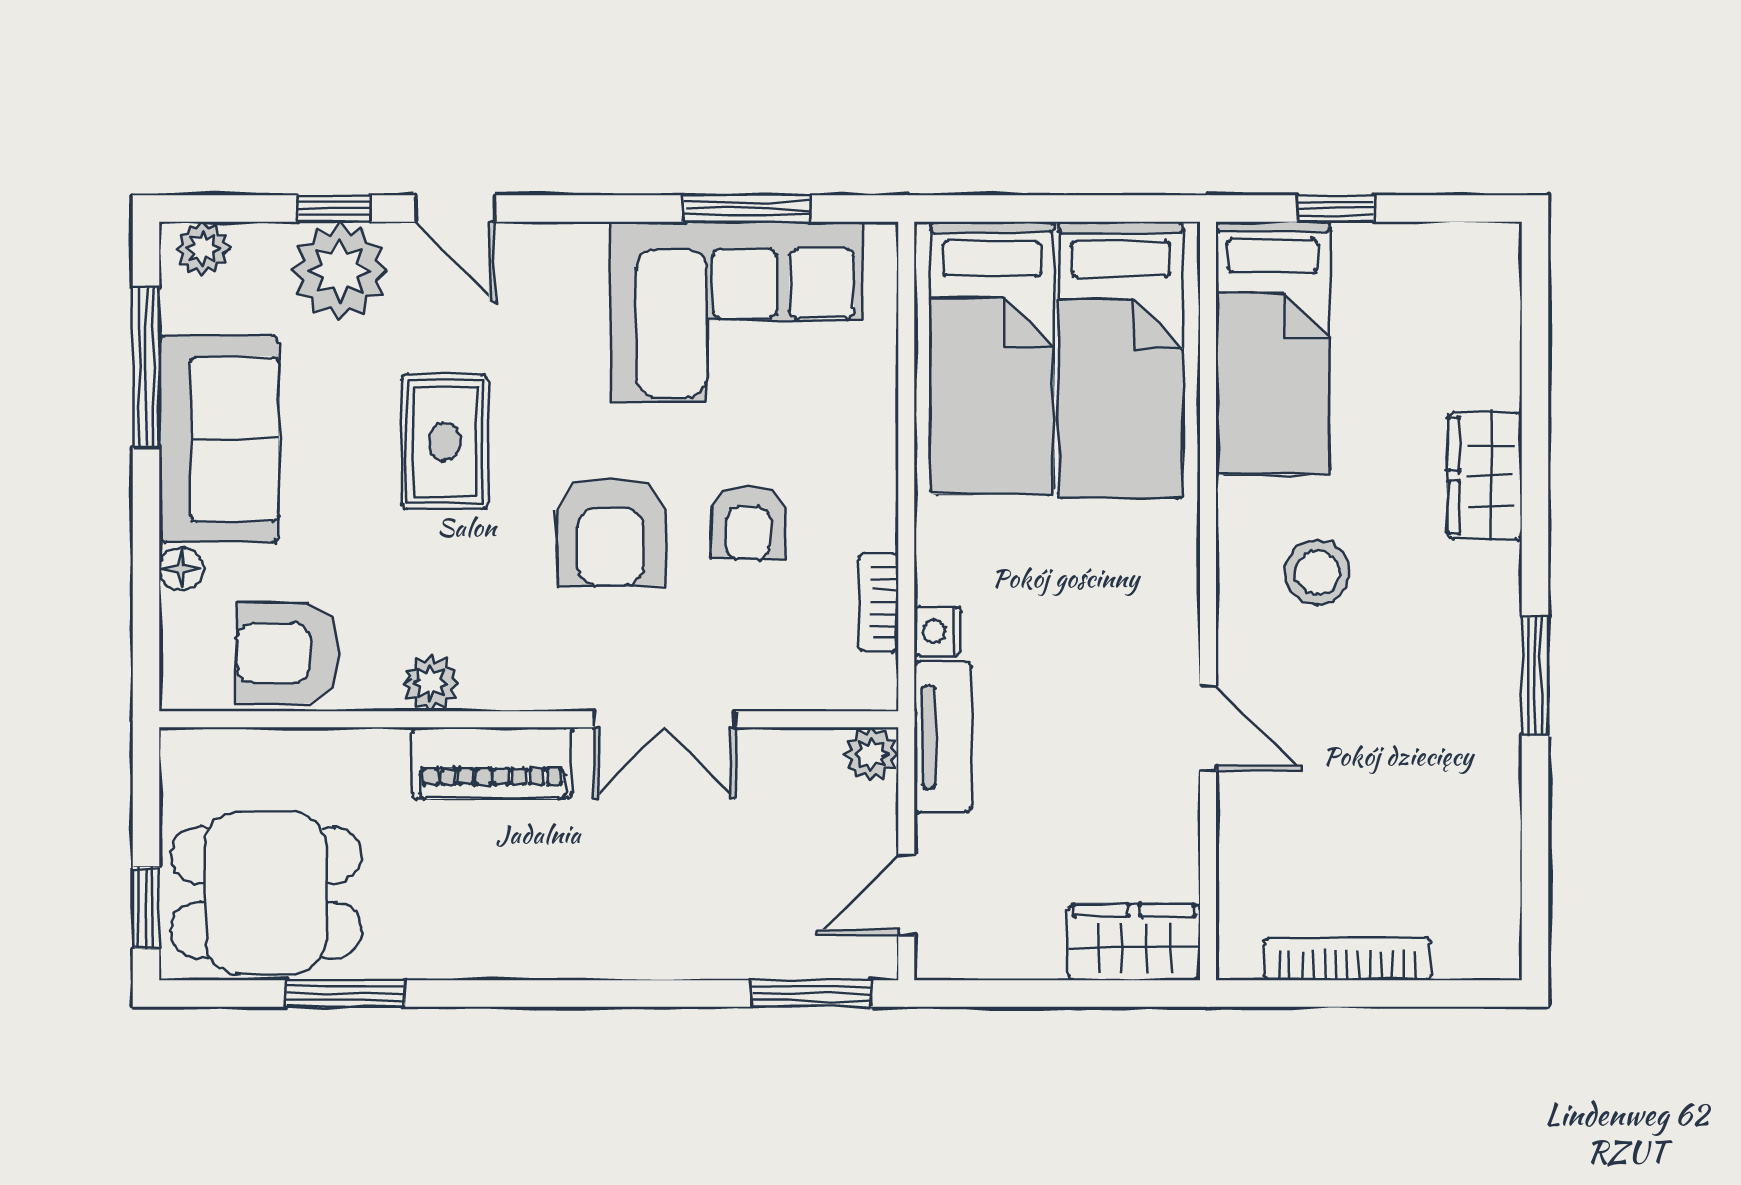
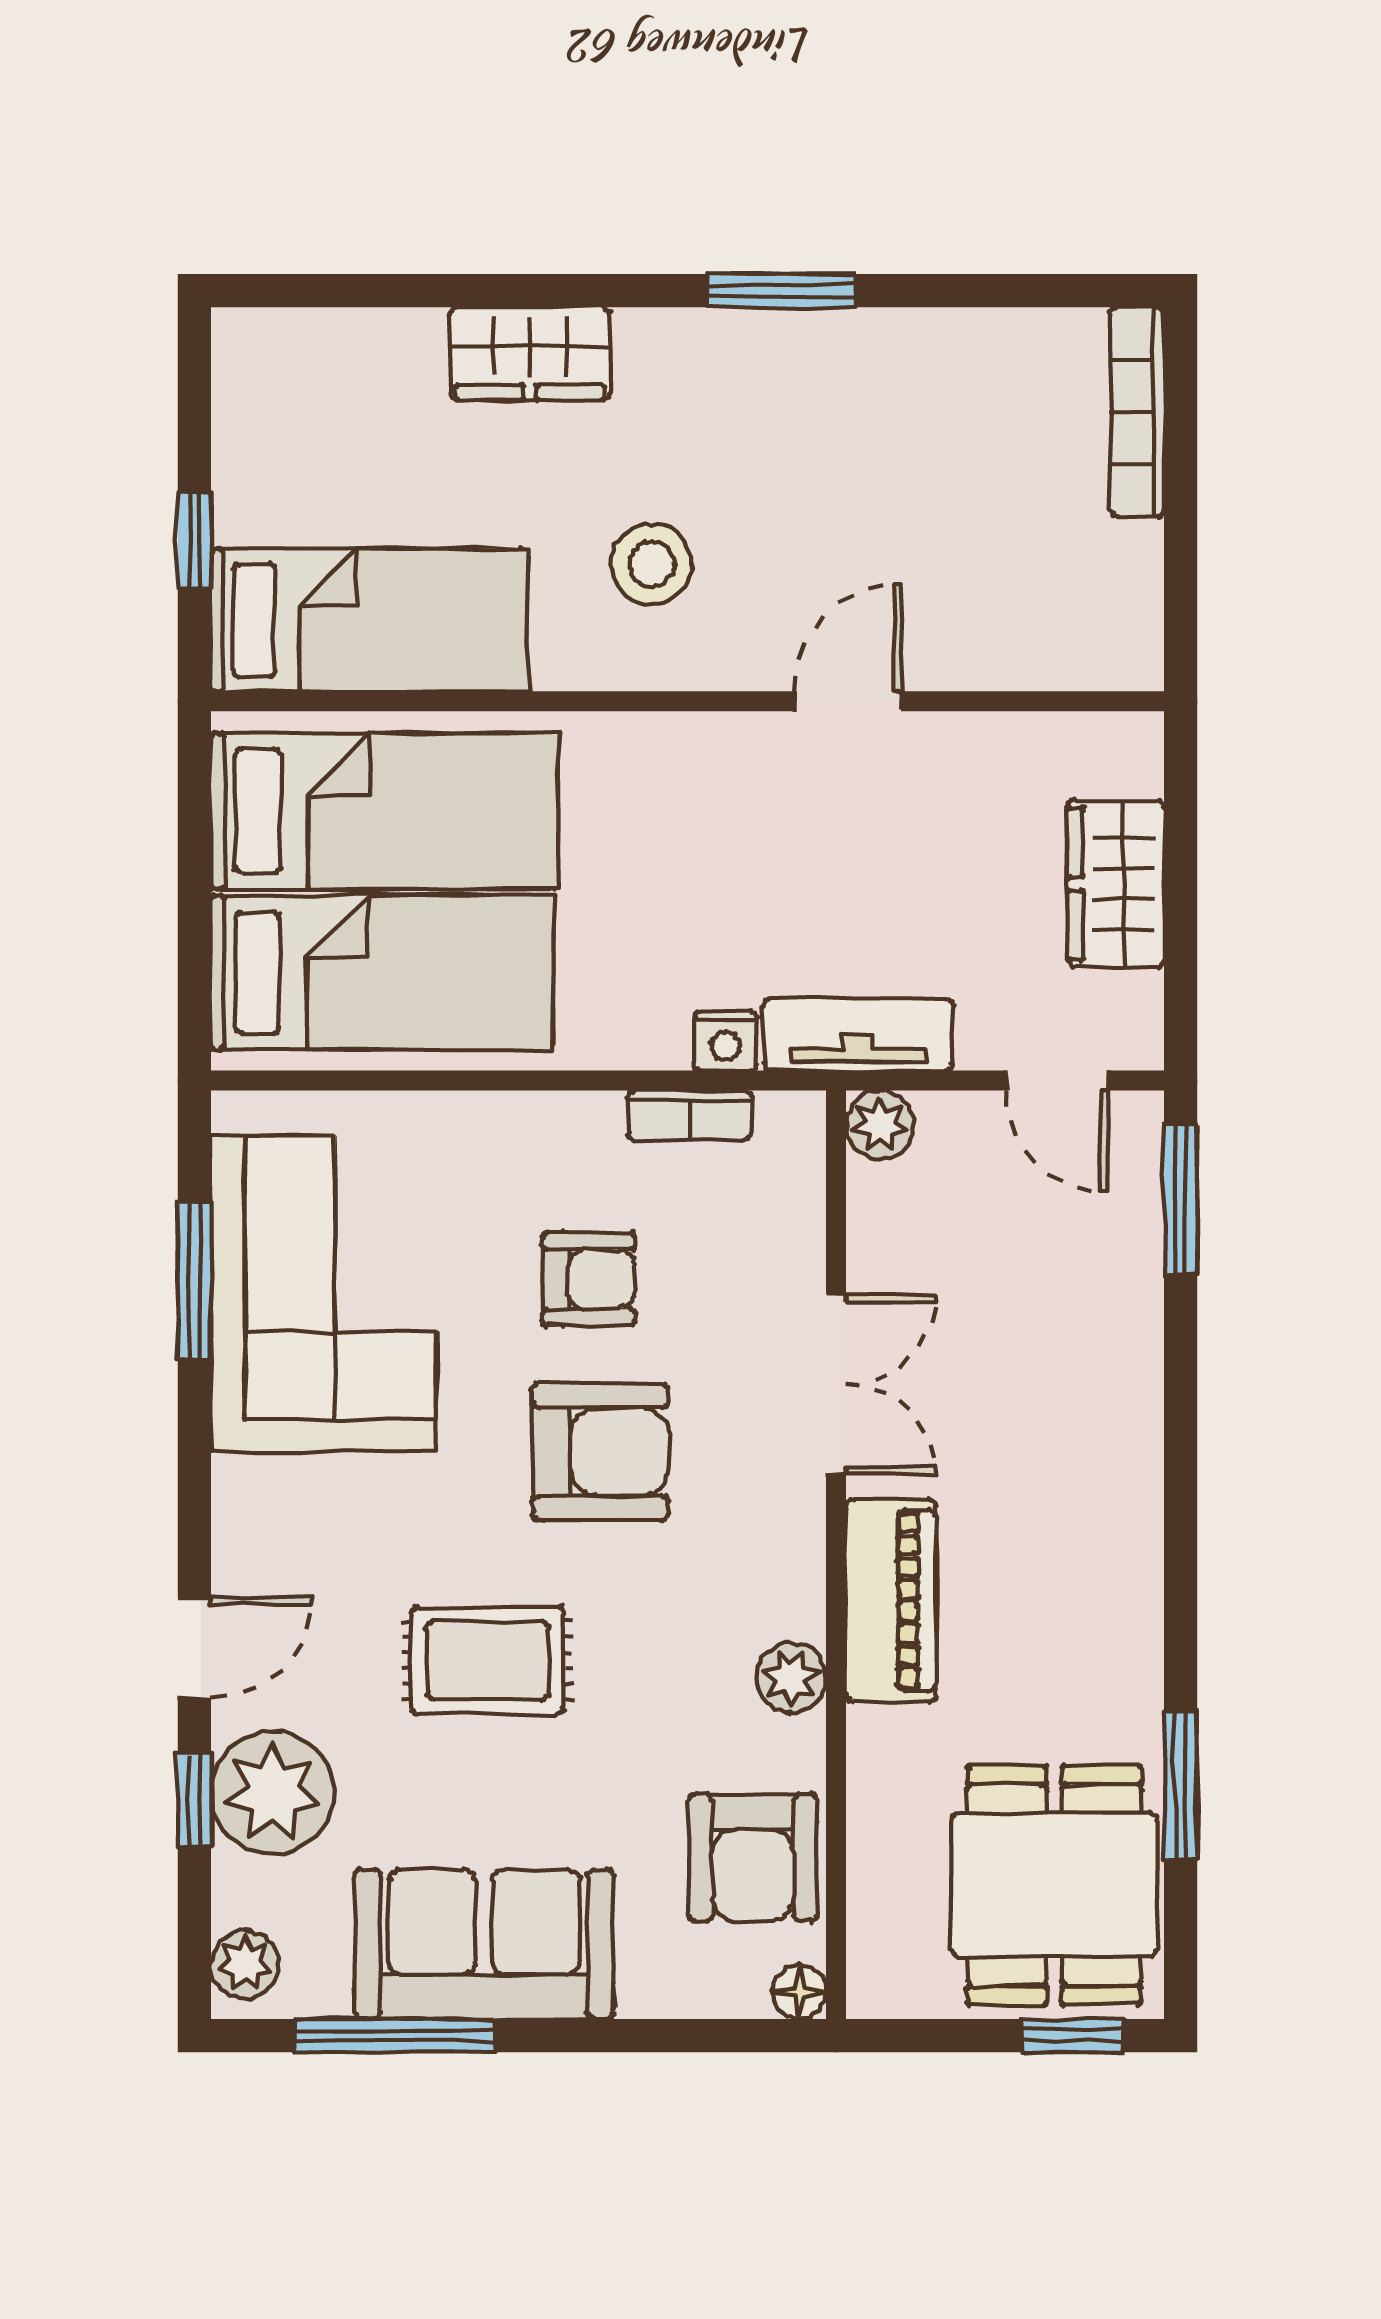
floor lamp: (181, 569) -> (799, 1992), moved
wardrobe: (1134, 942) -> (1116, 884), moved
bookcase: (1347, 959) -> (1137, 412), moved

